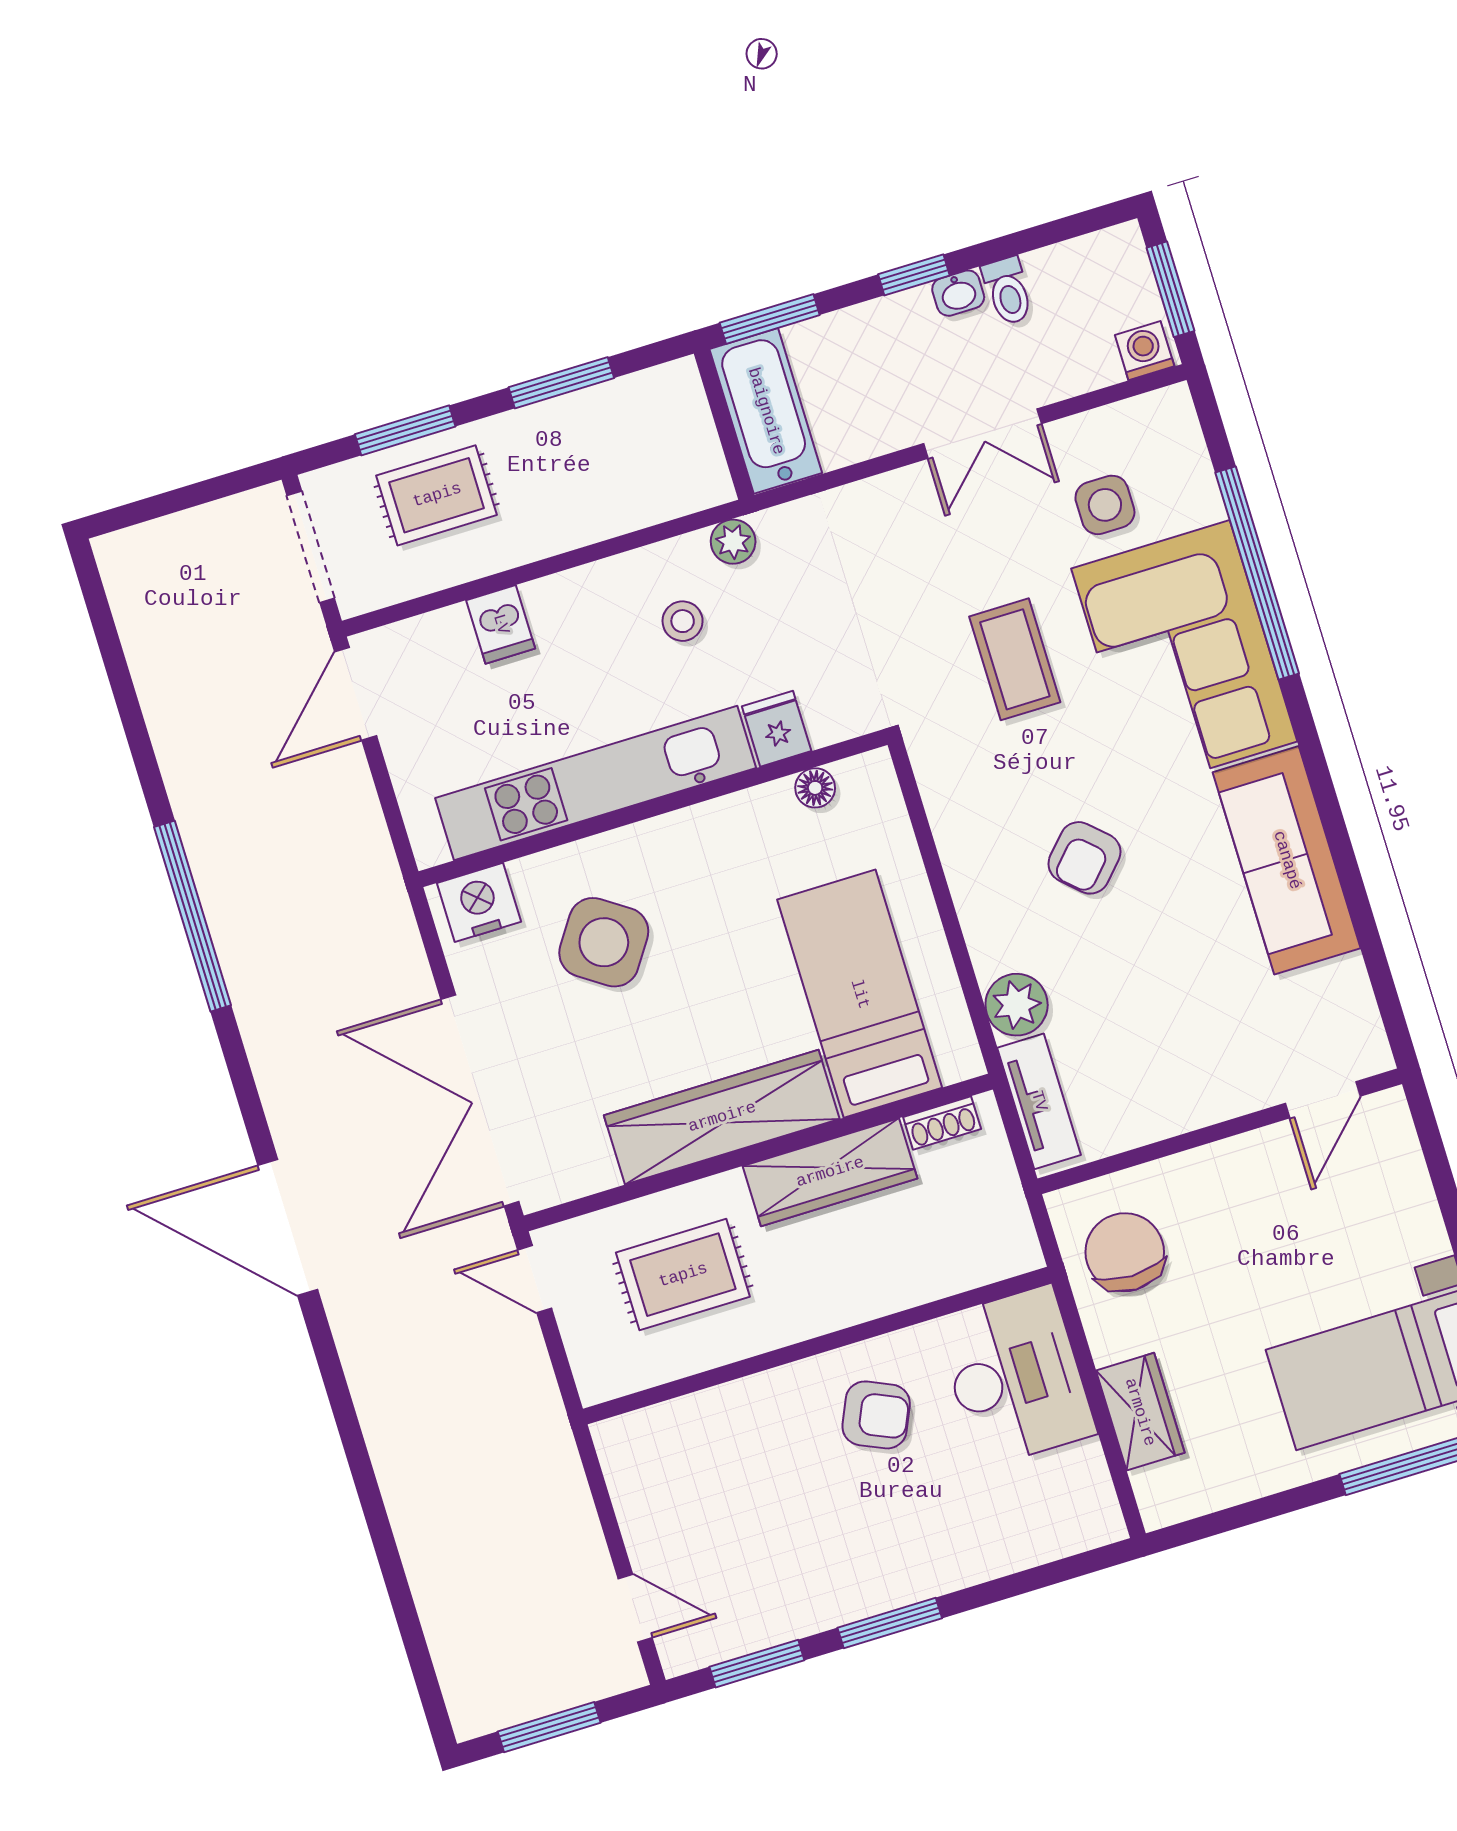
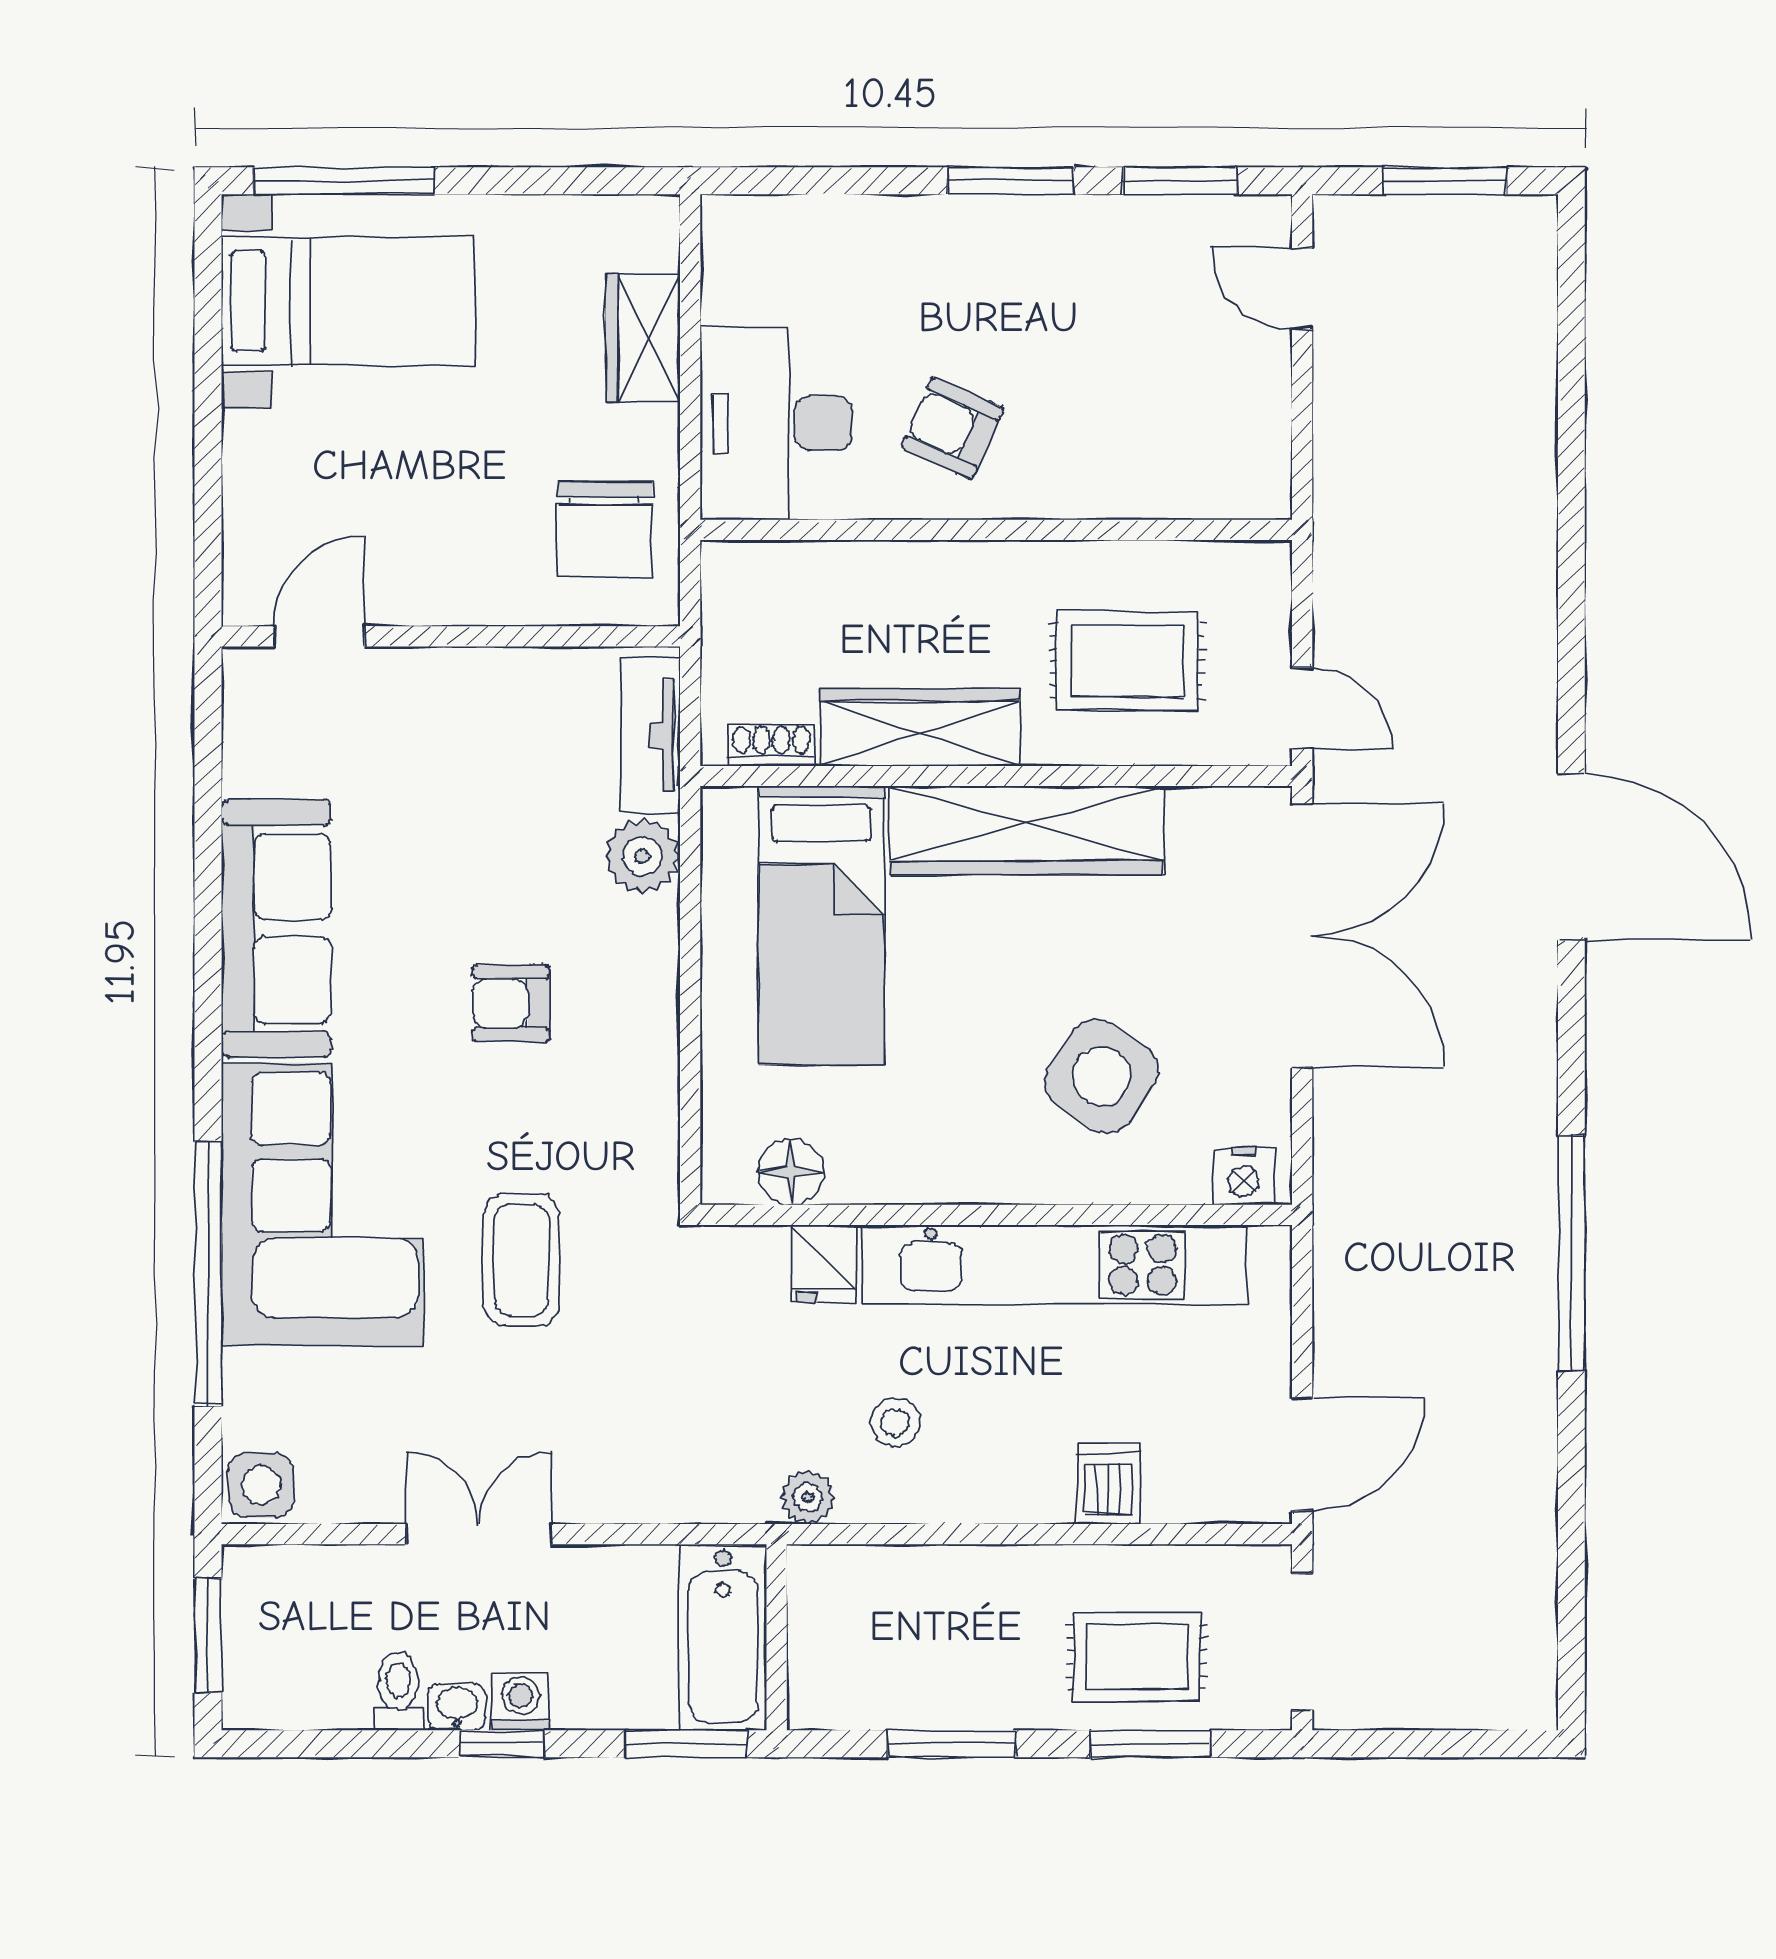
washing machine: (1145, 351) -> (521, 1701), moved, turned 180
side table: (1105, 505) -> (261, 1485), moved
floor lamp: (815, 788) -> (791, 1172), width x1.37, depth x1.37
armchair: (1084, 858) -> (511, 1003), turned -133
nightstand: (479, 902) -> (1244, 1176), width x0.74, depth x0.75

